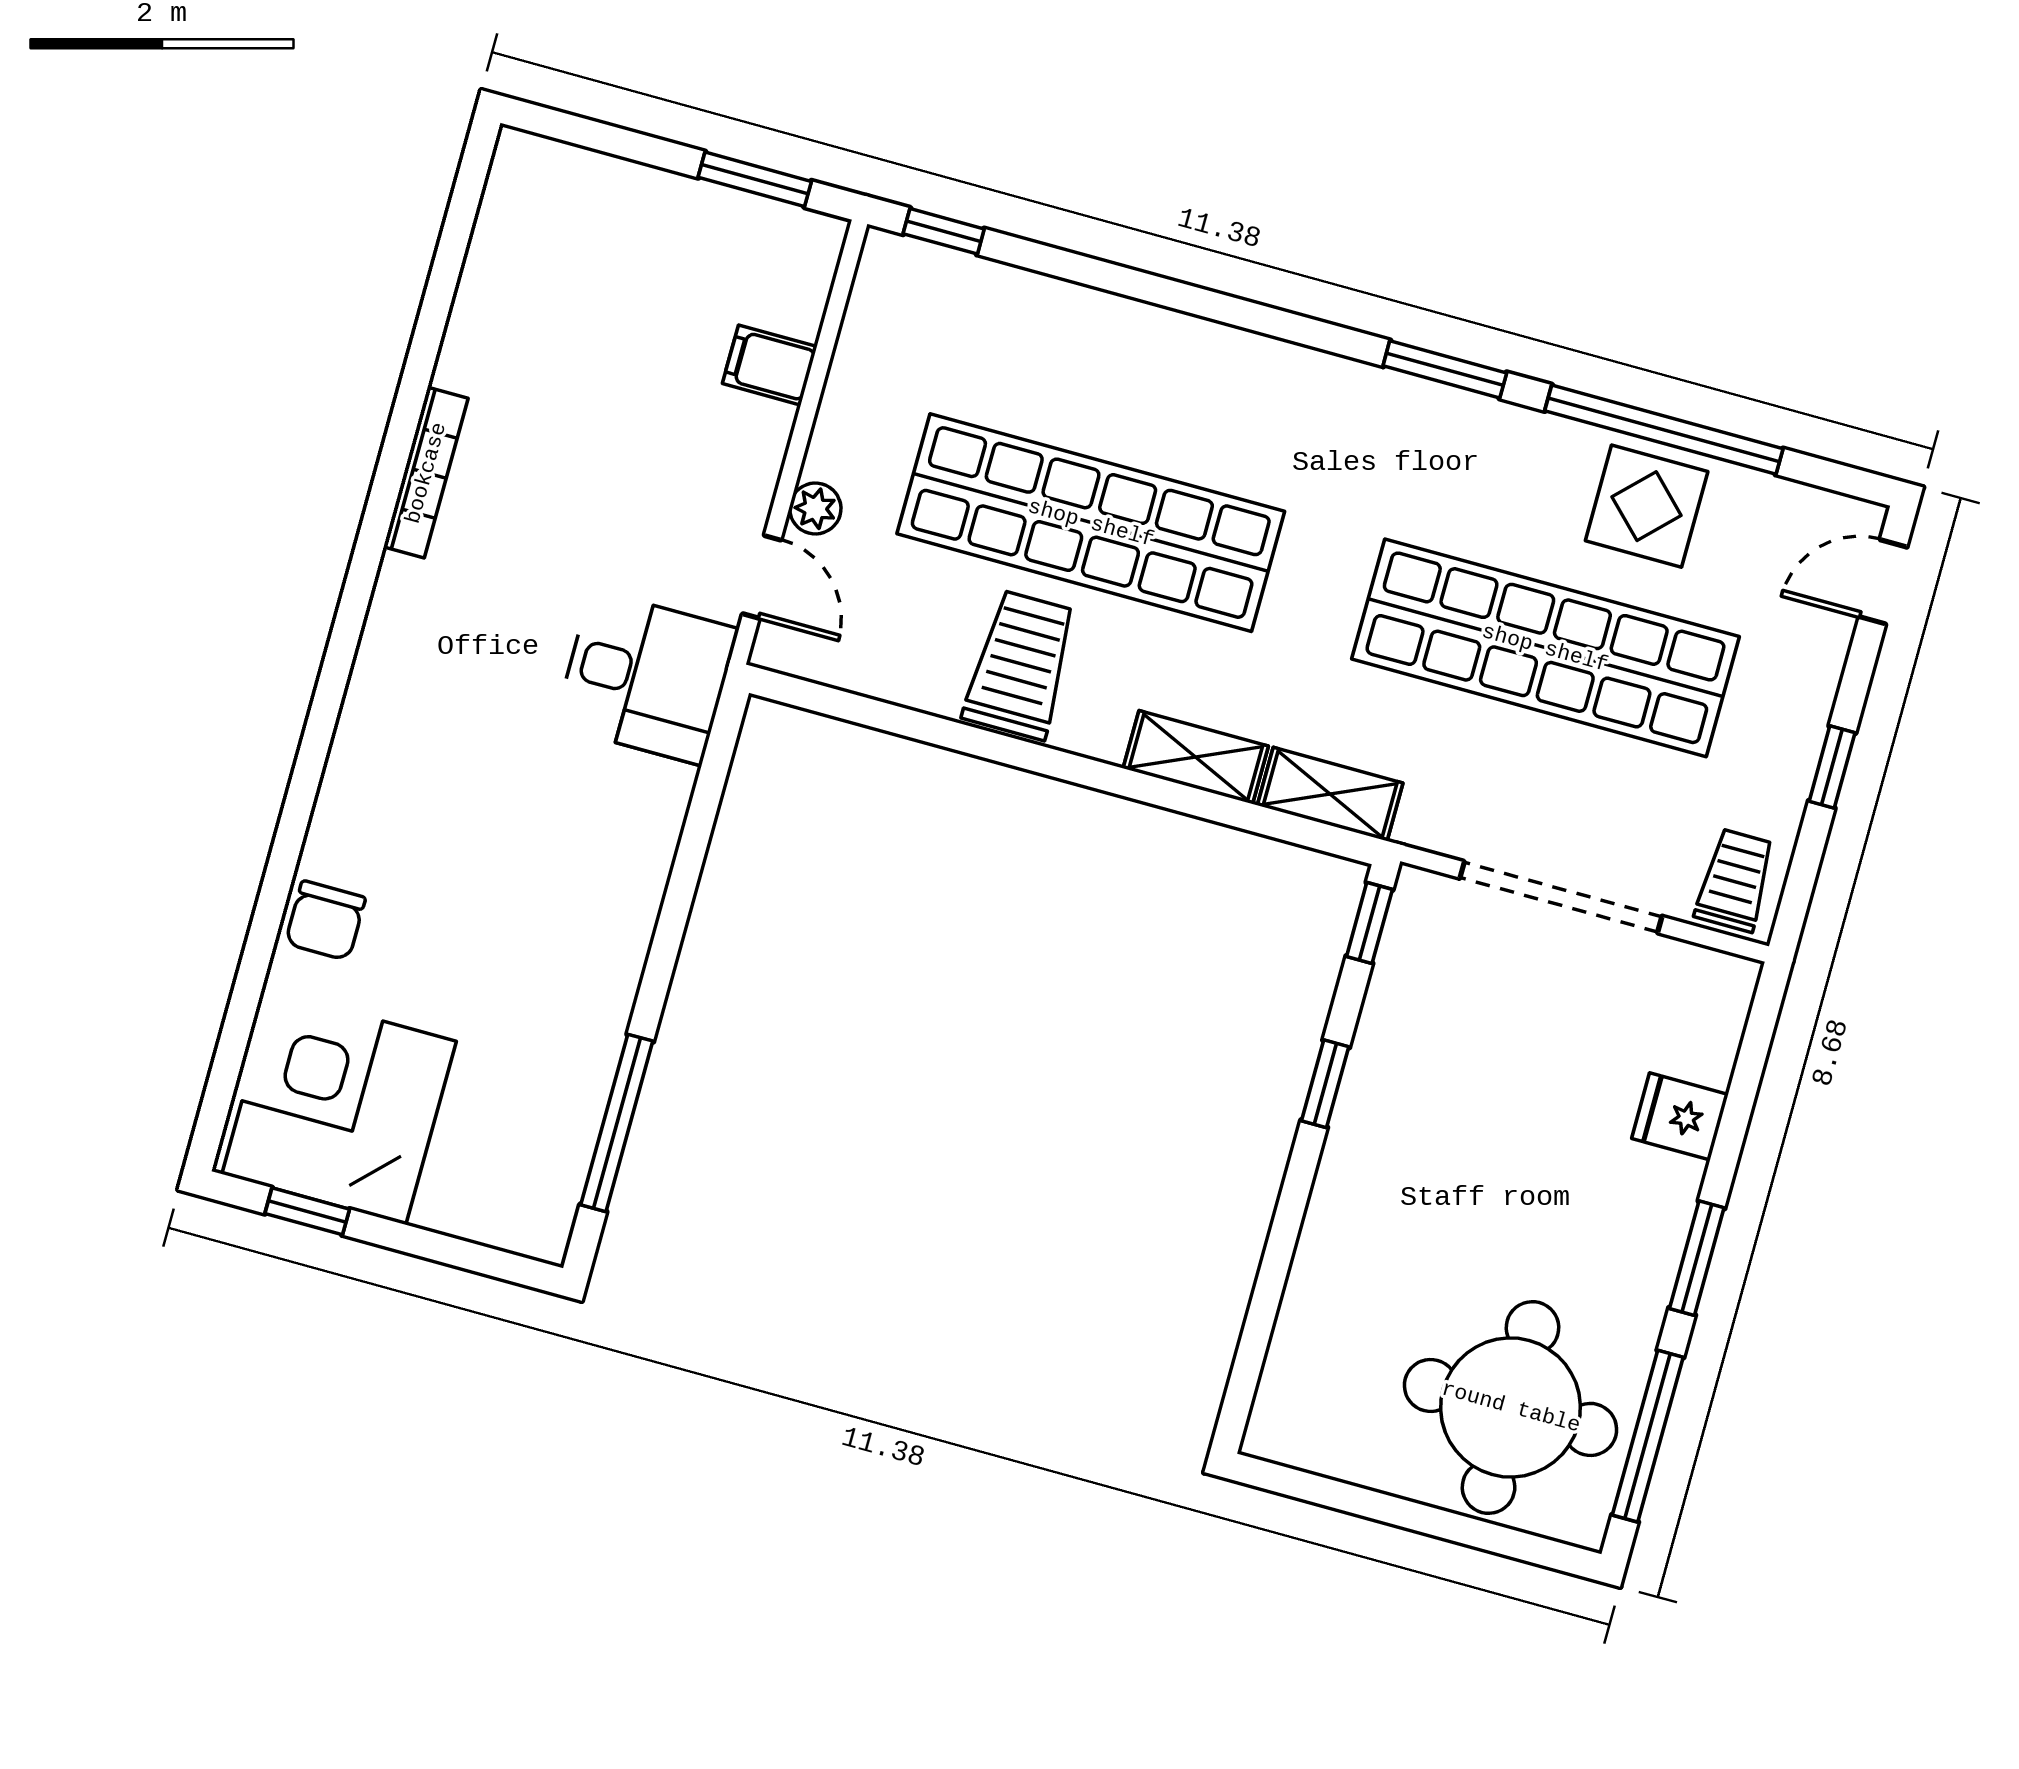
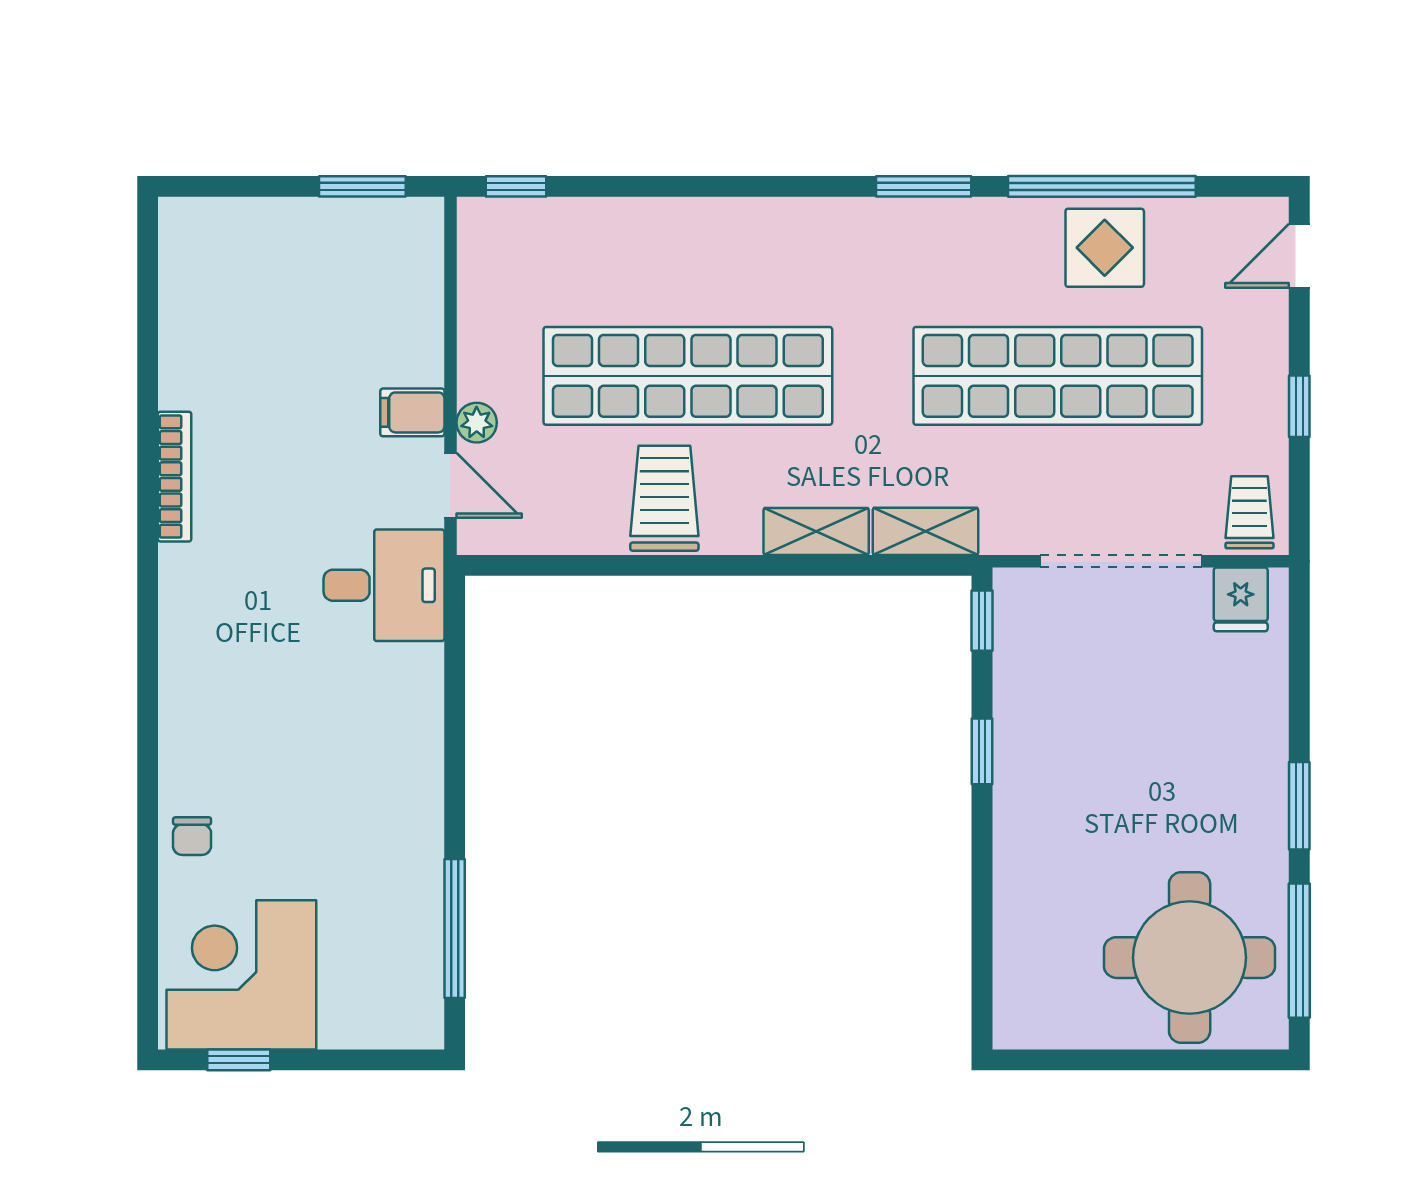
filing cabinet: (770, 365) -> (412, 412), moved
chair: (325, 921) -> (192, 836), width x0.73, depth x0.73
fridge: (1680, 1116) -> (1241, 599), moved, turned -90

